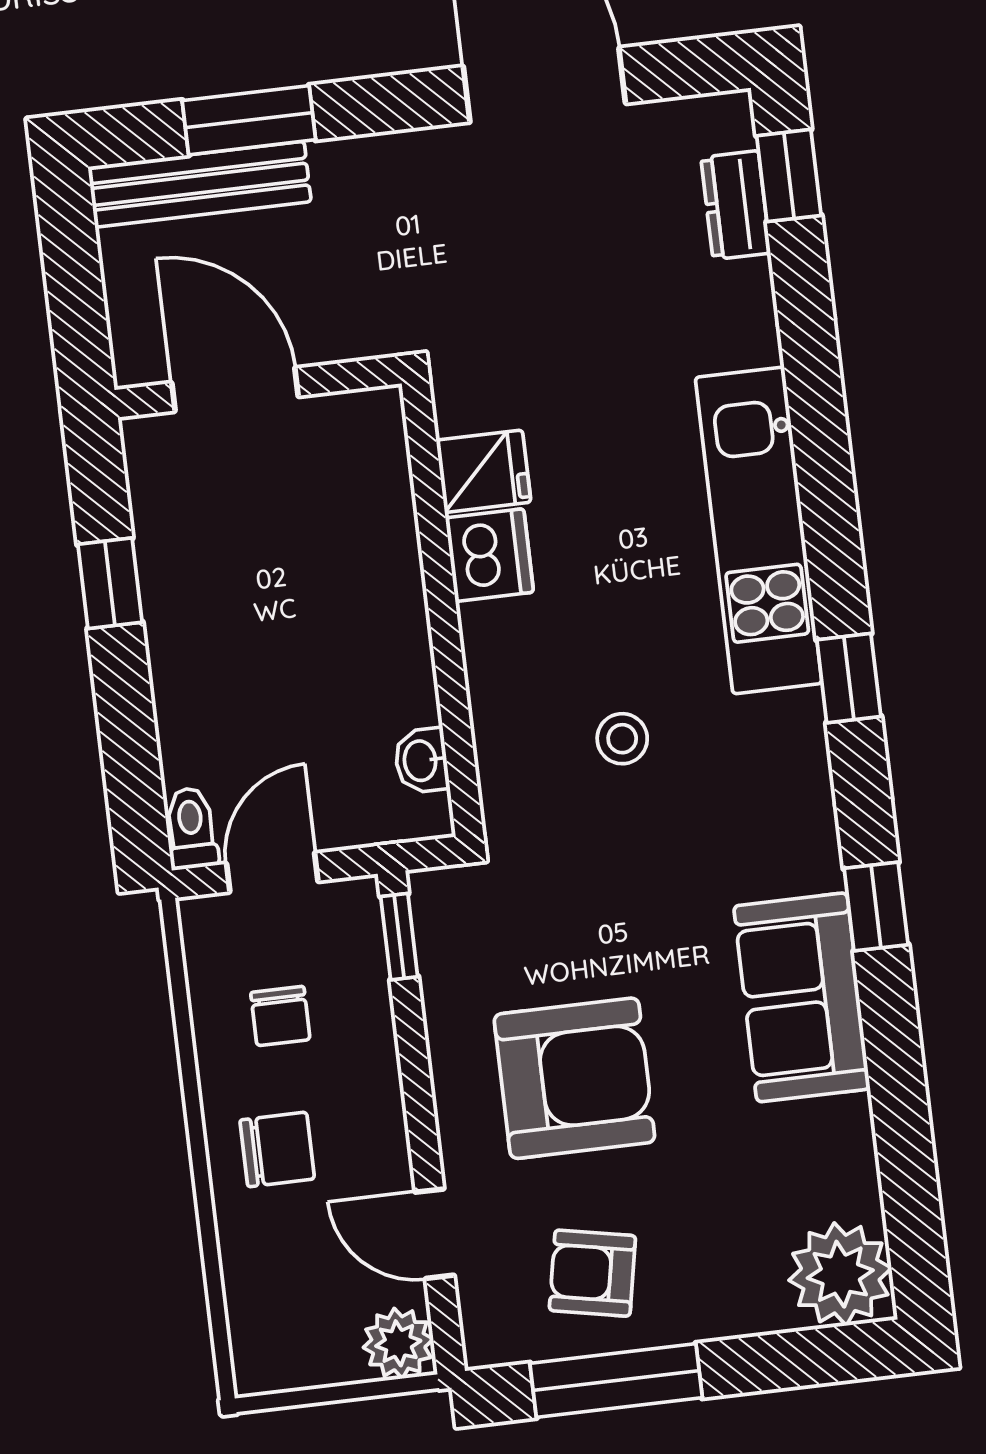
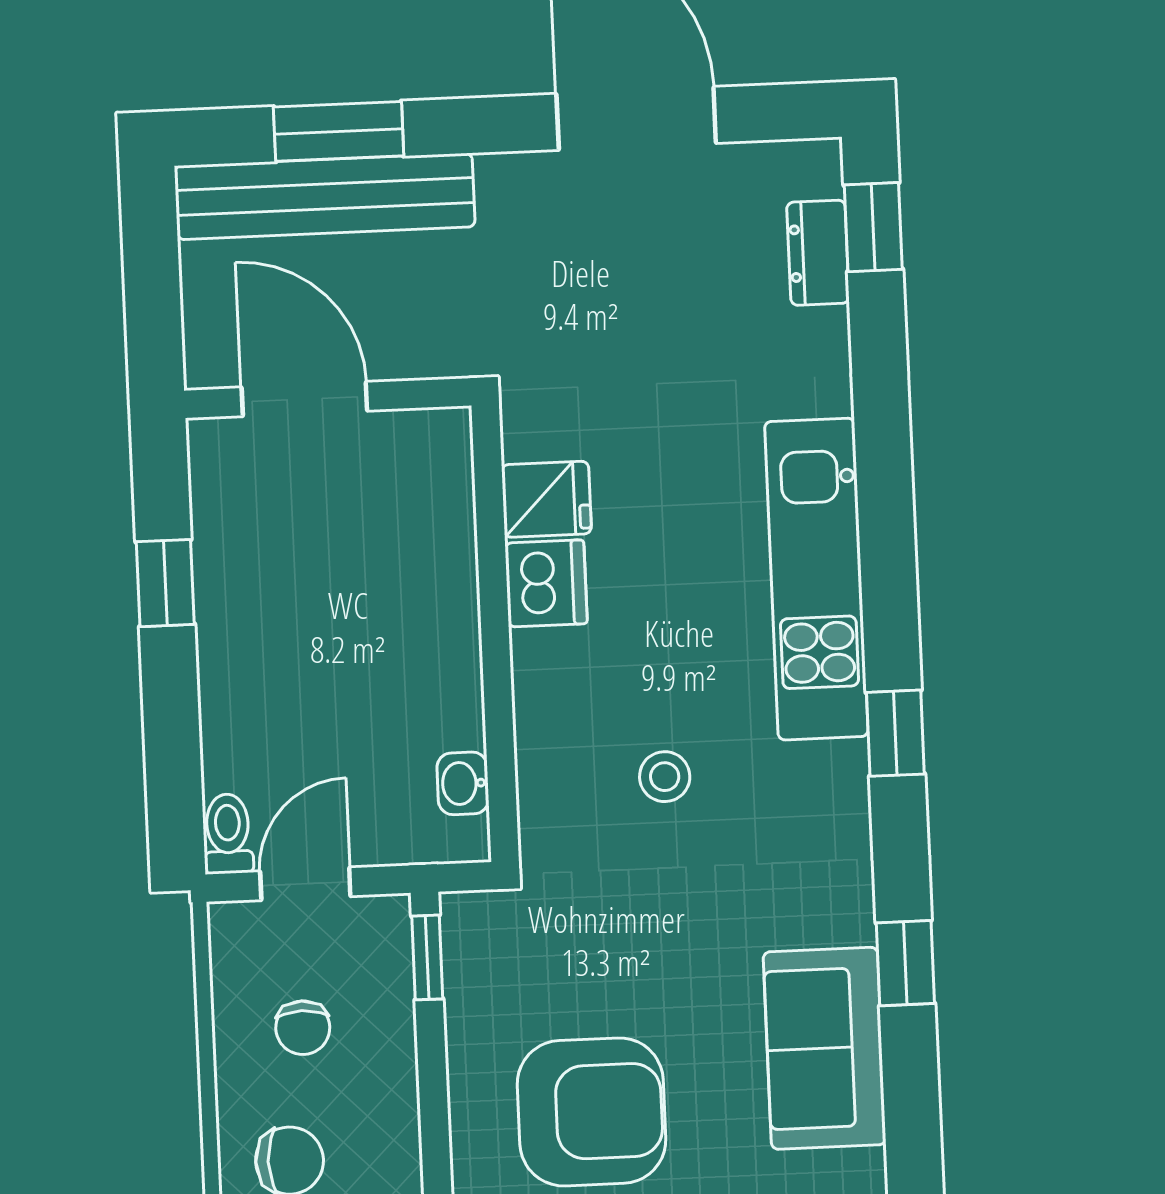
bench: (200, 184) -> (325, 196), width x1.37, depth x1.21

